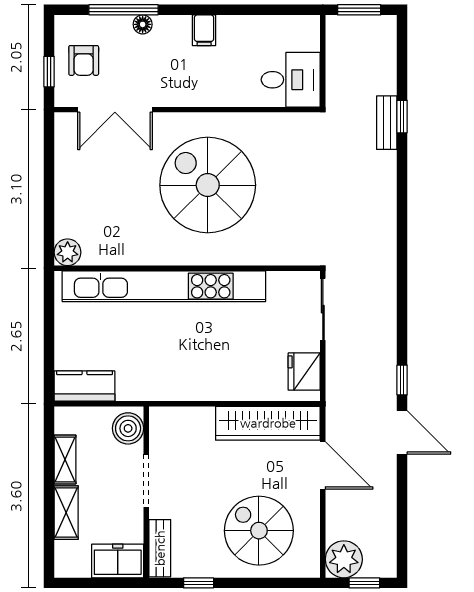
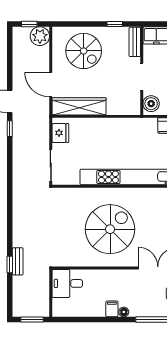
floor lamp: (143, 24) -> (124, 312), moved
spiral stairs: (208, 185) -> (110, 229), turned -90

